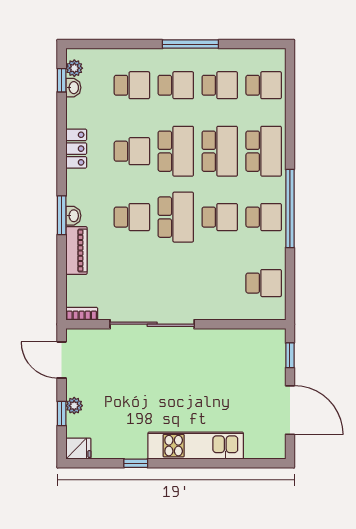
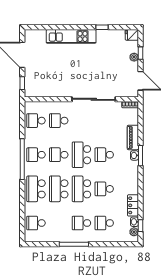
school desk: (220, 85) -> (59, 121), moved
locker: (76, 149) -> (133, 205), moved

